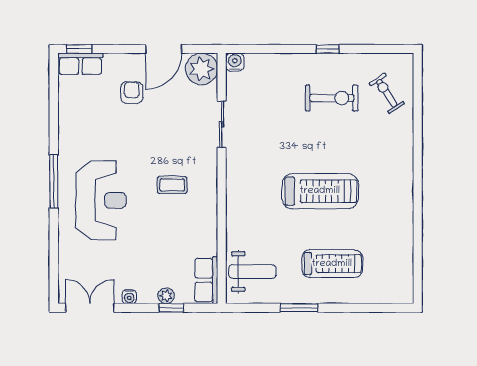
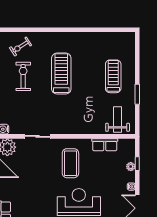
armchair: (132, 93) -> (20, 185), removed
coffee table: (172, 185) -> (70, 163), width x1.86, depth x1.72
treadmill: (320, 191) -> (61, 74), moved
row of seats: (206, 280) -> (105, 145), moved

